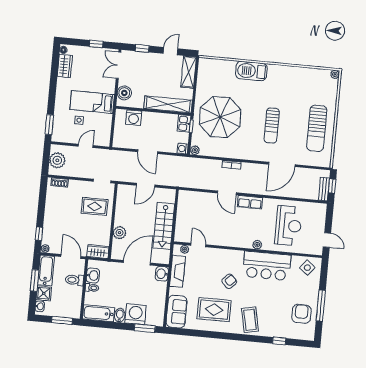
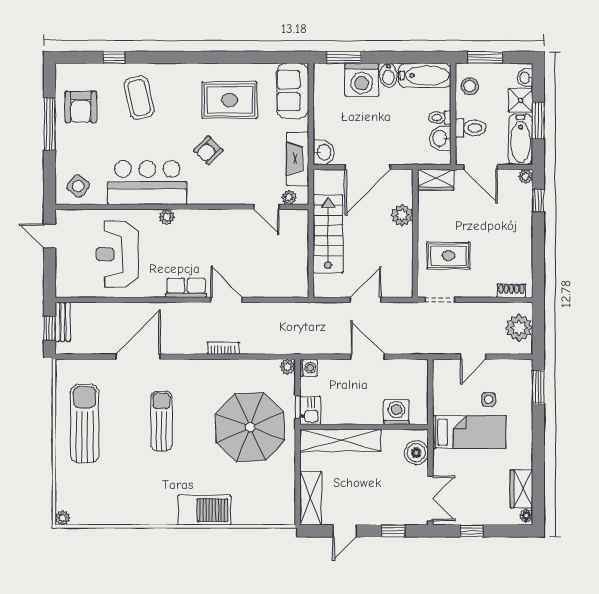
stool: (73, 305) -> (470, 86), added
coffee table: (250, 320) -> (139, 98), moved

